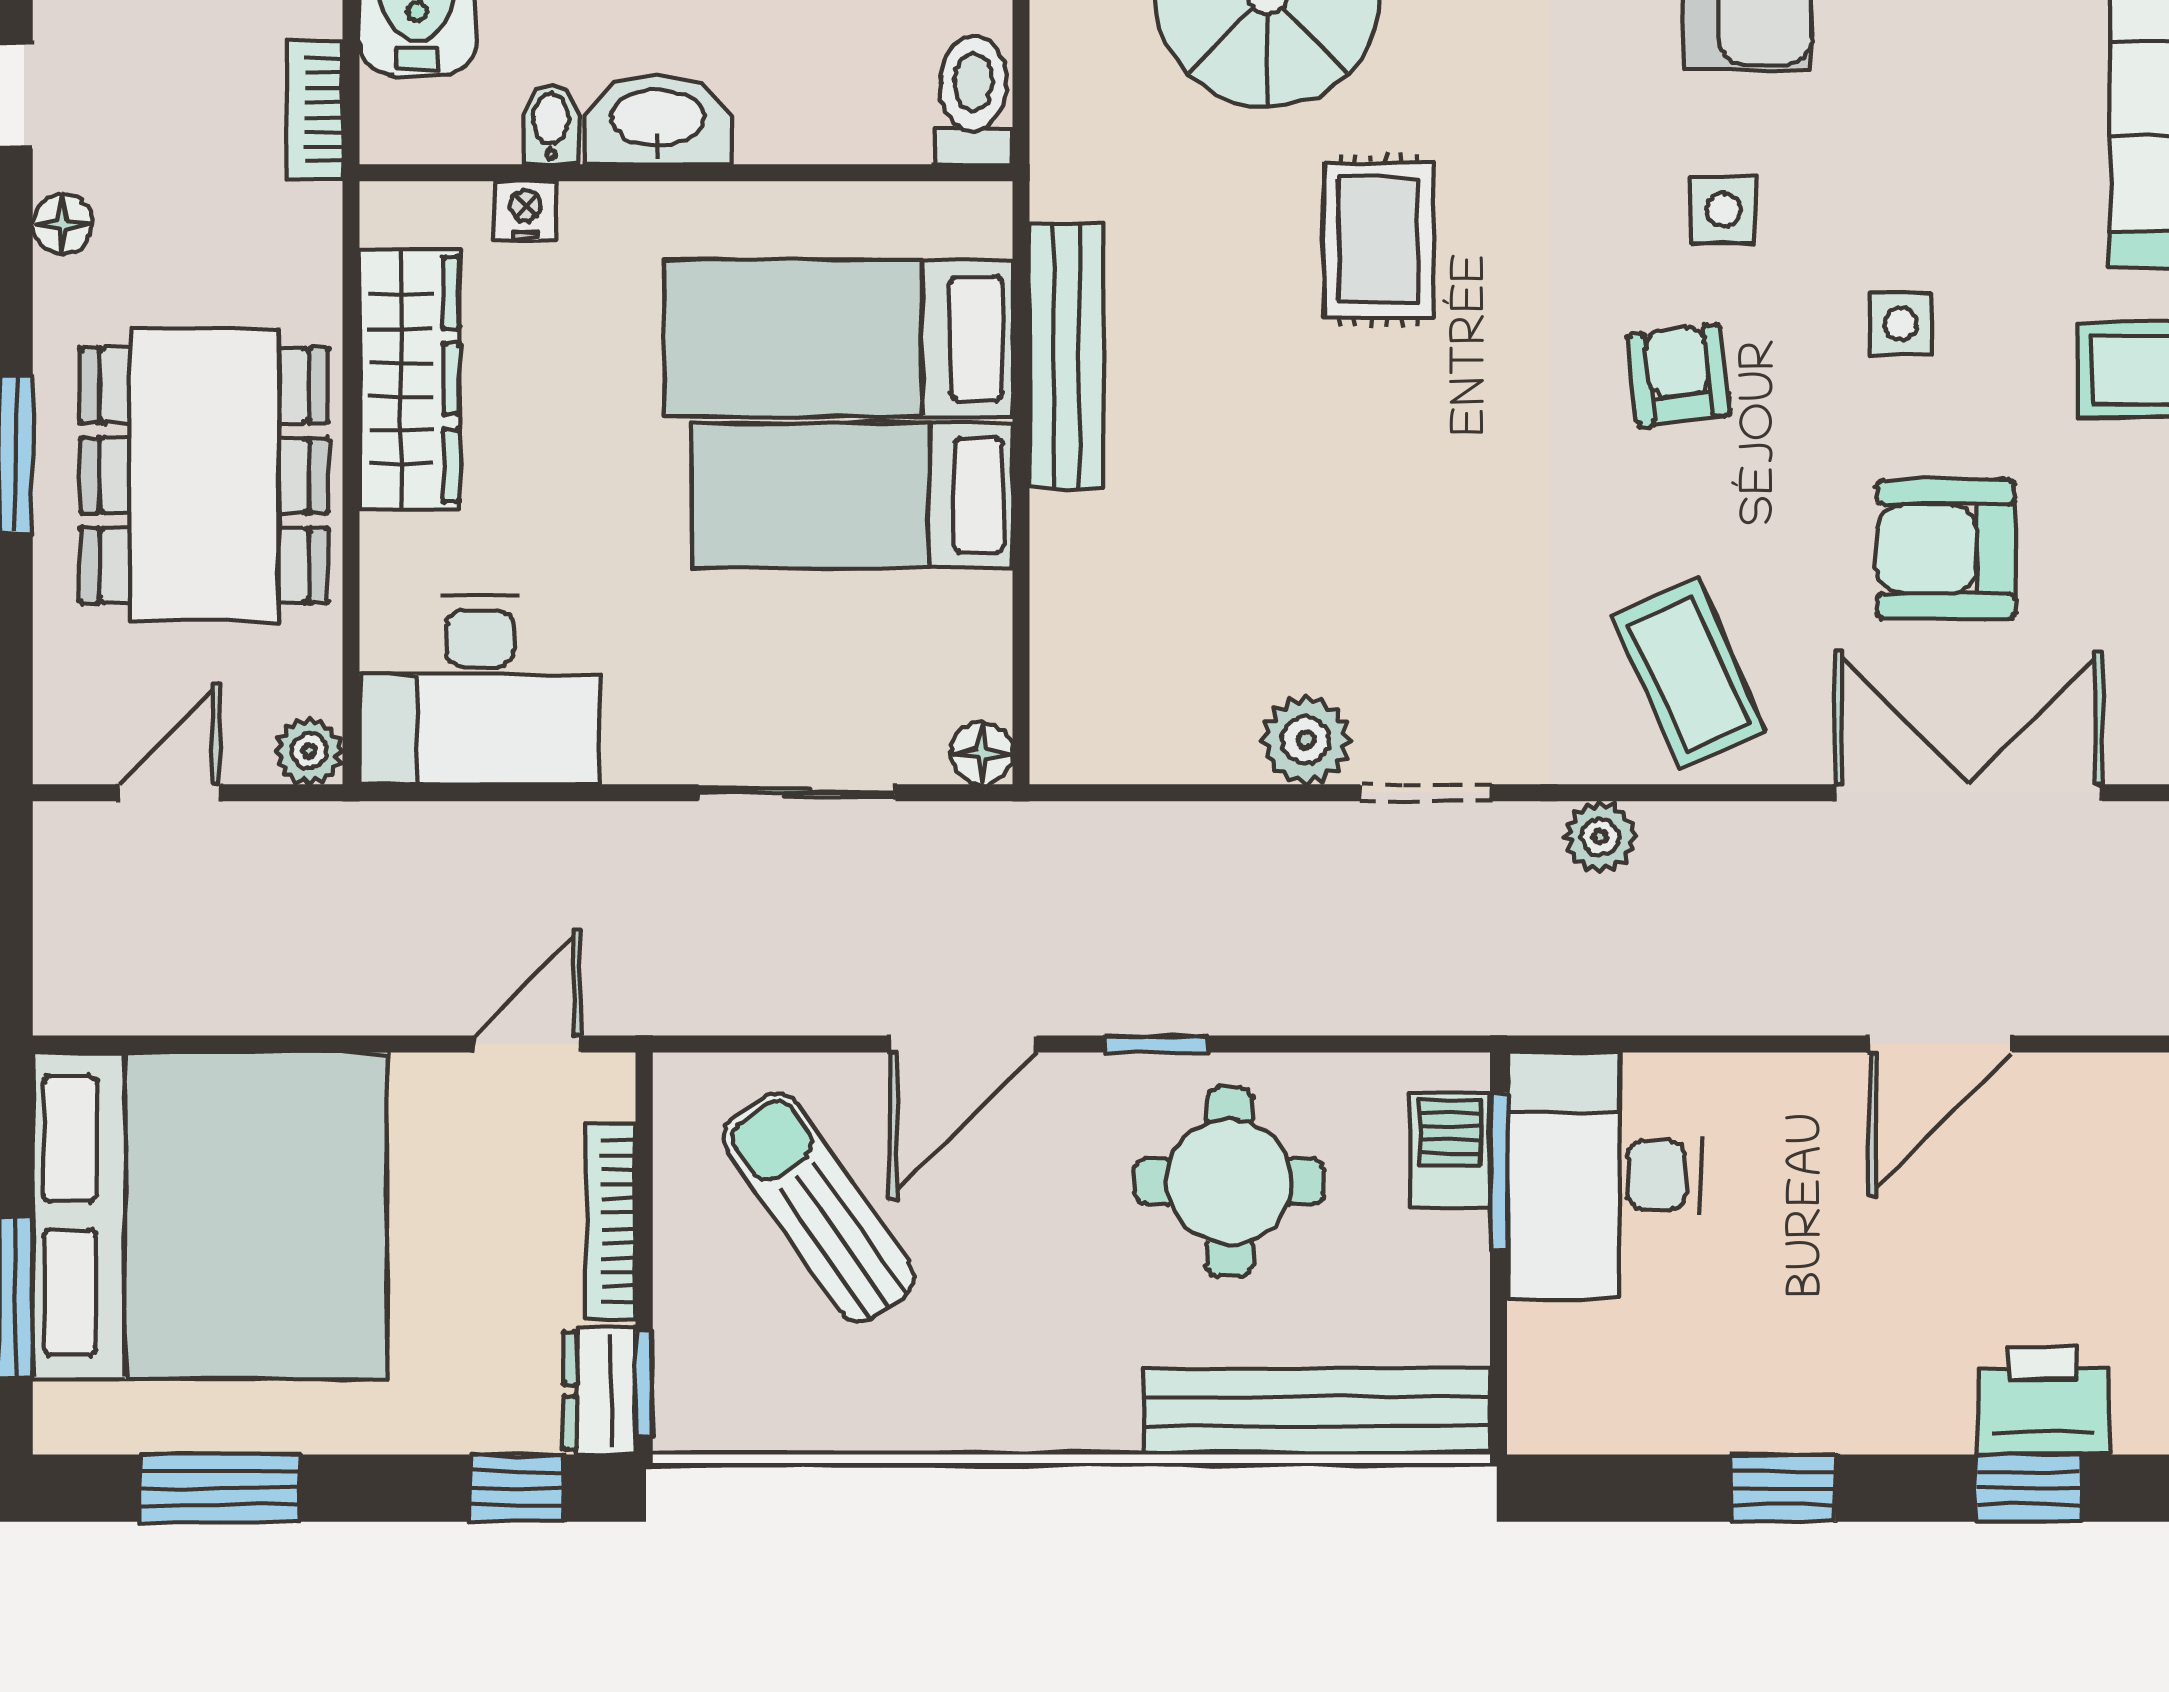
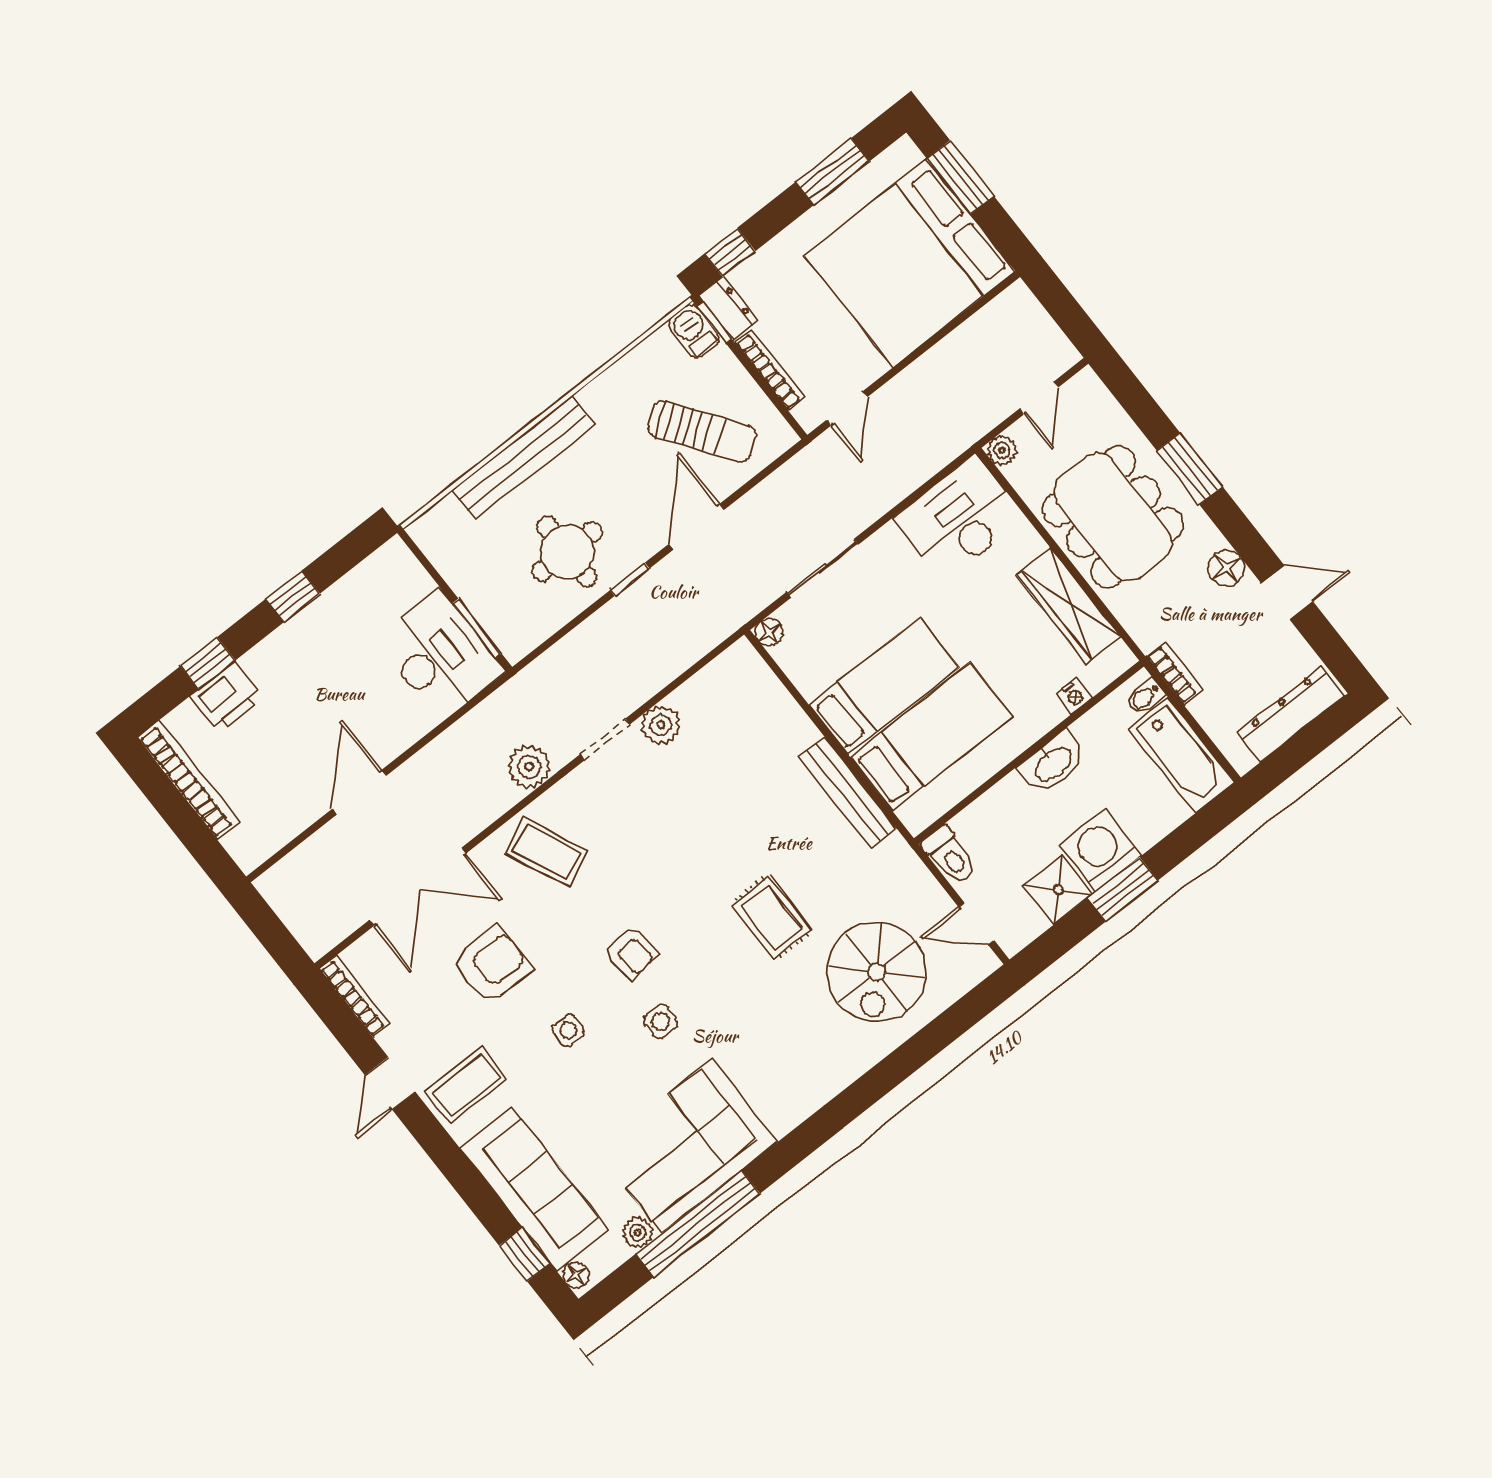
bidet: (551, 124) -> (1145, 696), moved, turned 90
floor lamp: (62, 224) -> (1226, 568), width x1.37, depth x1.37
plant: (1600, 837) -> (529, 767), width x1.38, depth x1.38
barbecue: (1450, 1150) -> (694, 331), moved, turned 180
bench: (1317, 1411) -> (523, 458), moved

